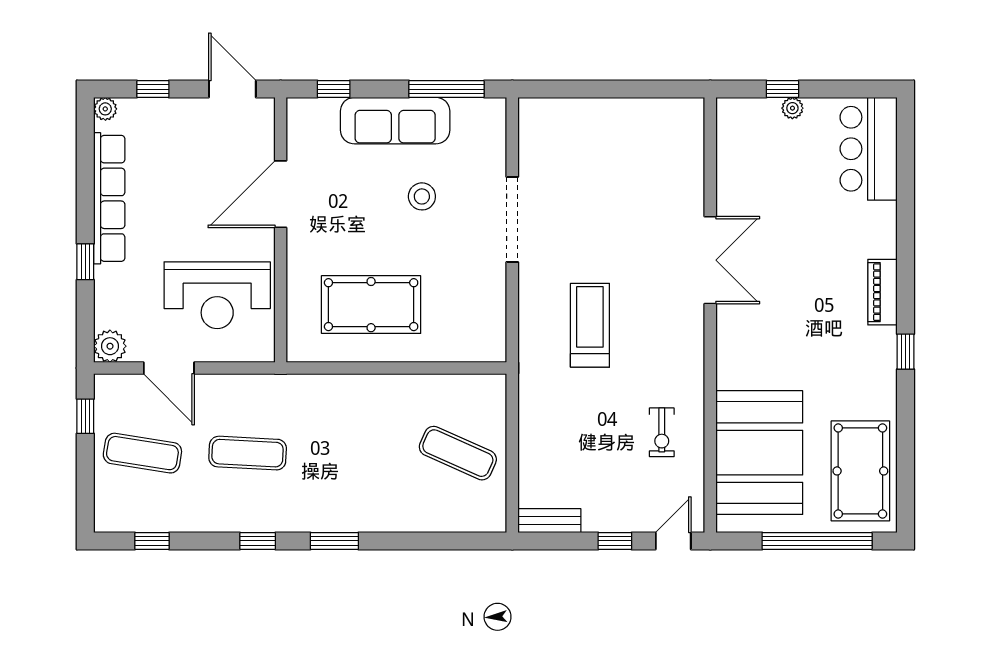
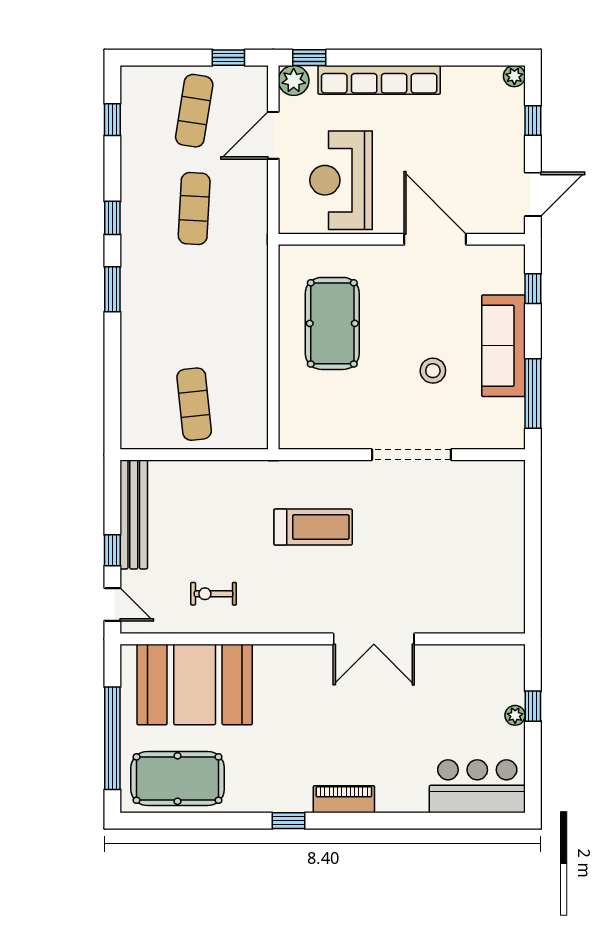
row of seats: (109, 198) -> (379, 80), moved
window: (85, 262) -> (309, 58), moved
exercise mat: (458, 453) -> (194, 404), turned -30
bench: (549, 521) -> (134, 514), width x1.86, depth x1.21

